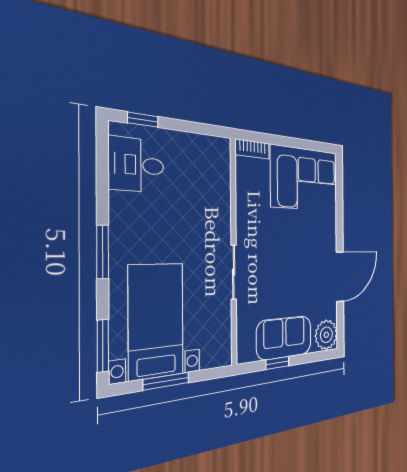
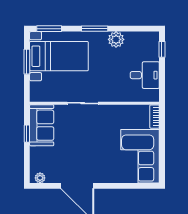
desk: (136, 165) -> (145, 75), moved, turned 90
plant: (124, 209) -> (116, 39), added
plant: (326, 335) -> (40, 178), width x0.53, depth x0.53
sofa: (284, 338) -> (42, 125), moved

